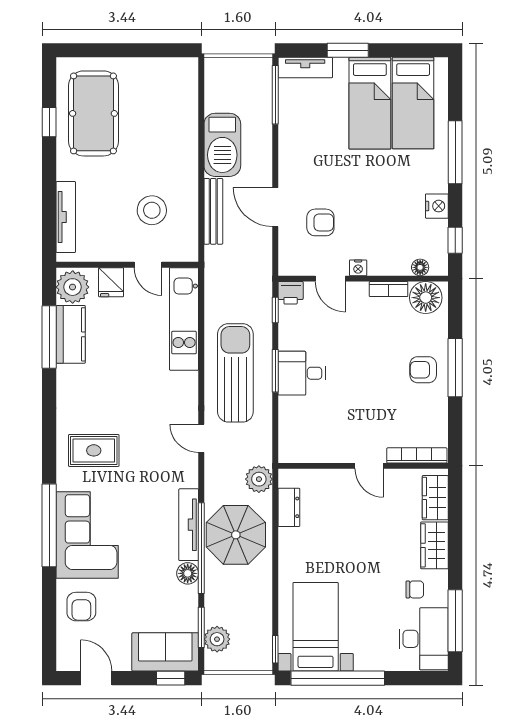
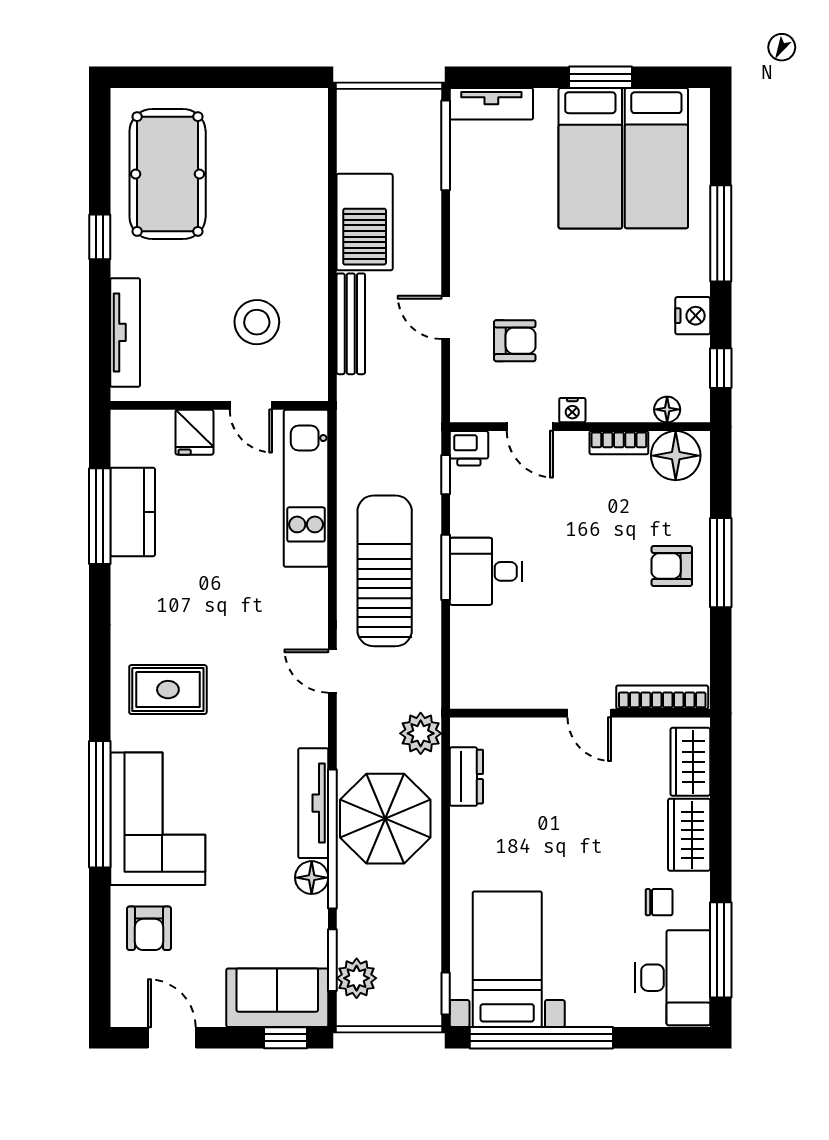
window: (348, 50) -> (601, 77), moved
window: (49, 122) -> (100, 237), moved
door: (275, 207) -> (446, 317), width x0.73
plant: (73, 287) -> (135, 440), removed

